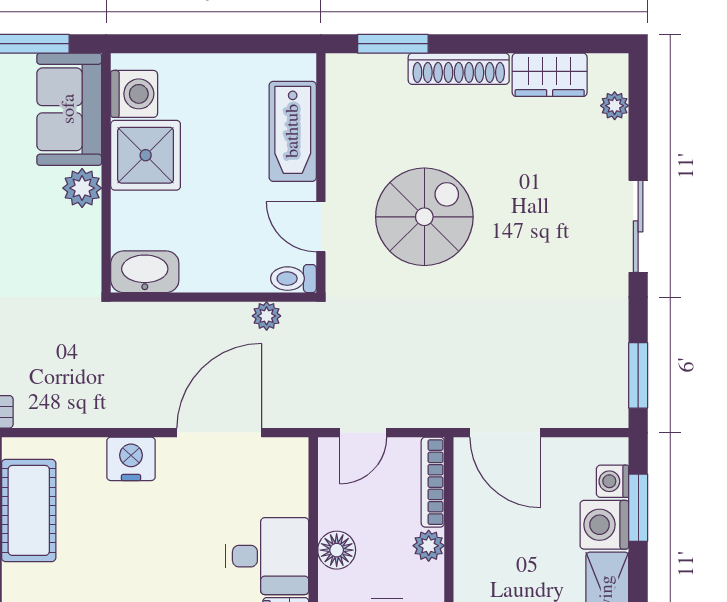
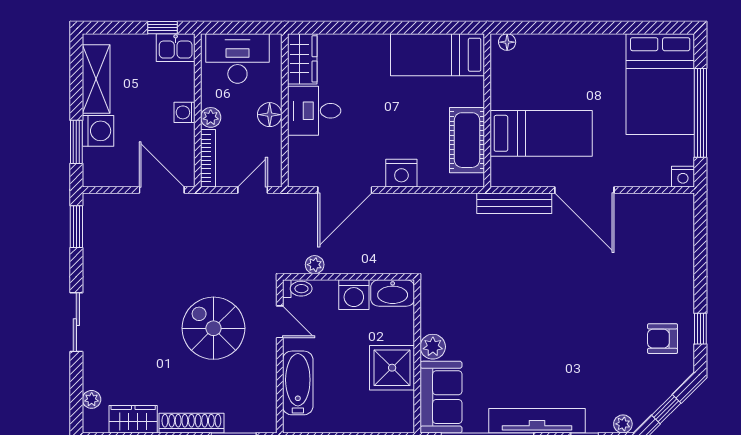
washing machine: (134, 94) -> (354, 295), moved, turned -90
spiral stairs: (424, 217) -> (213, 328), turned 90
washing machine: (613, 481) -> (185, 112), moved, turned 180

